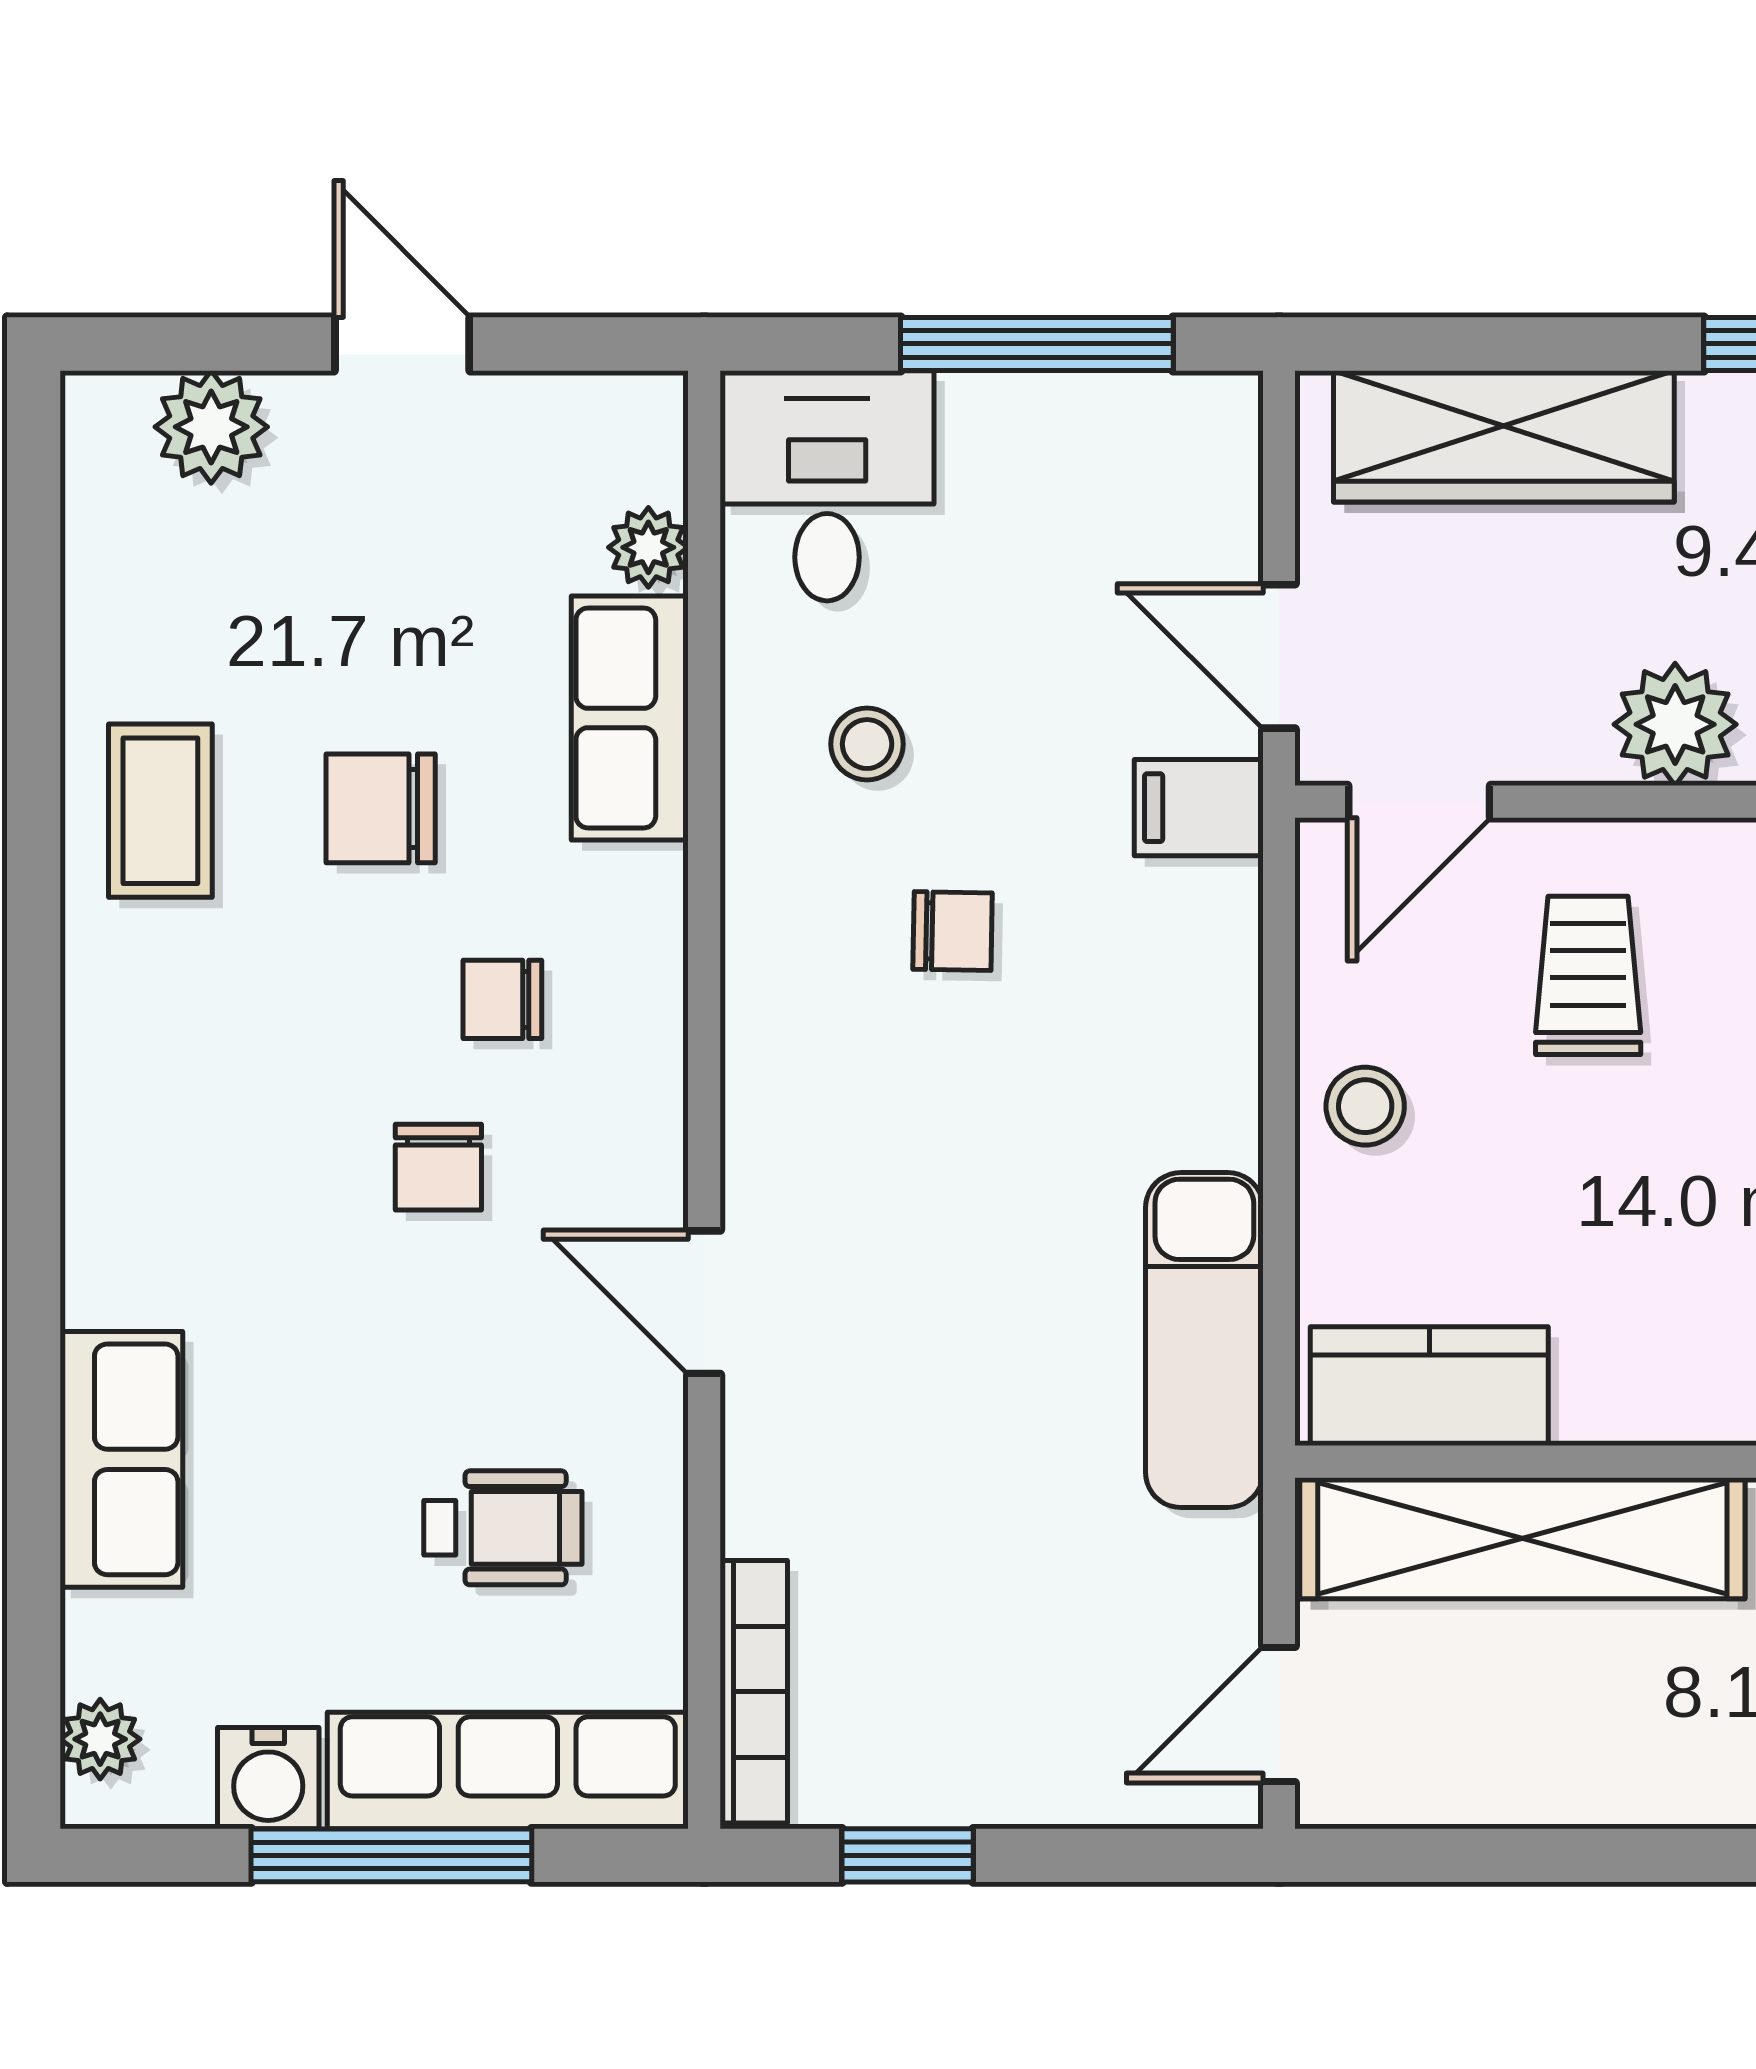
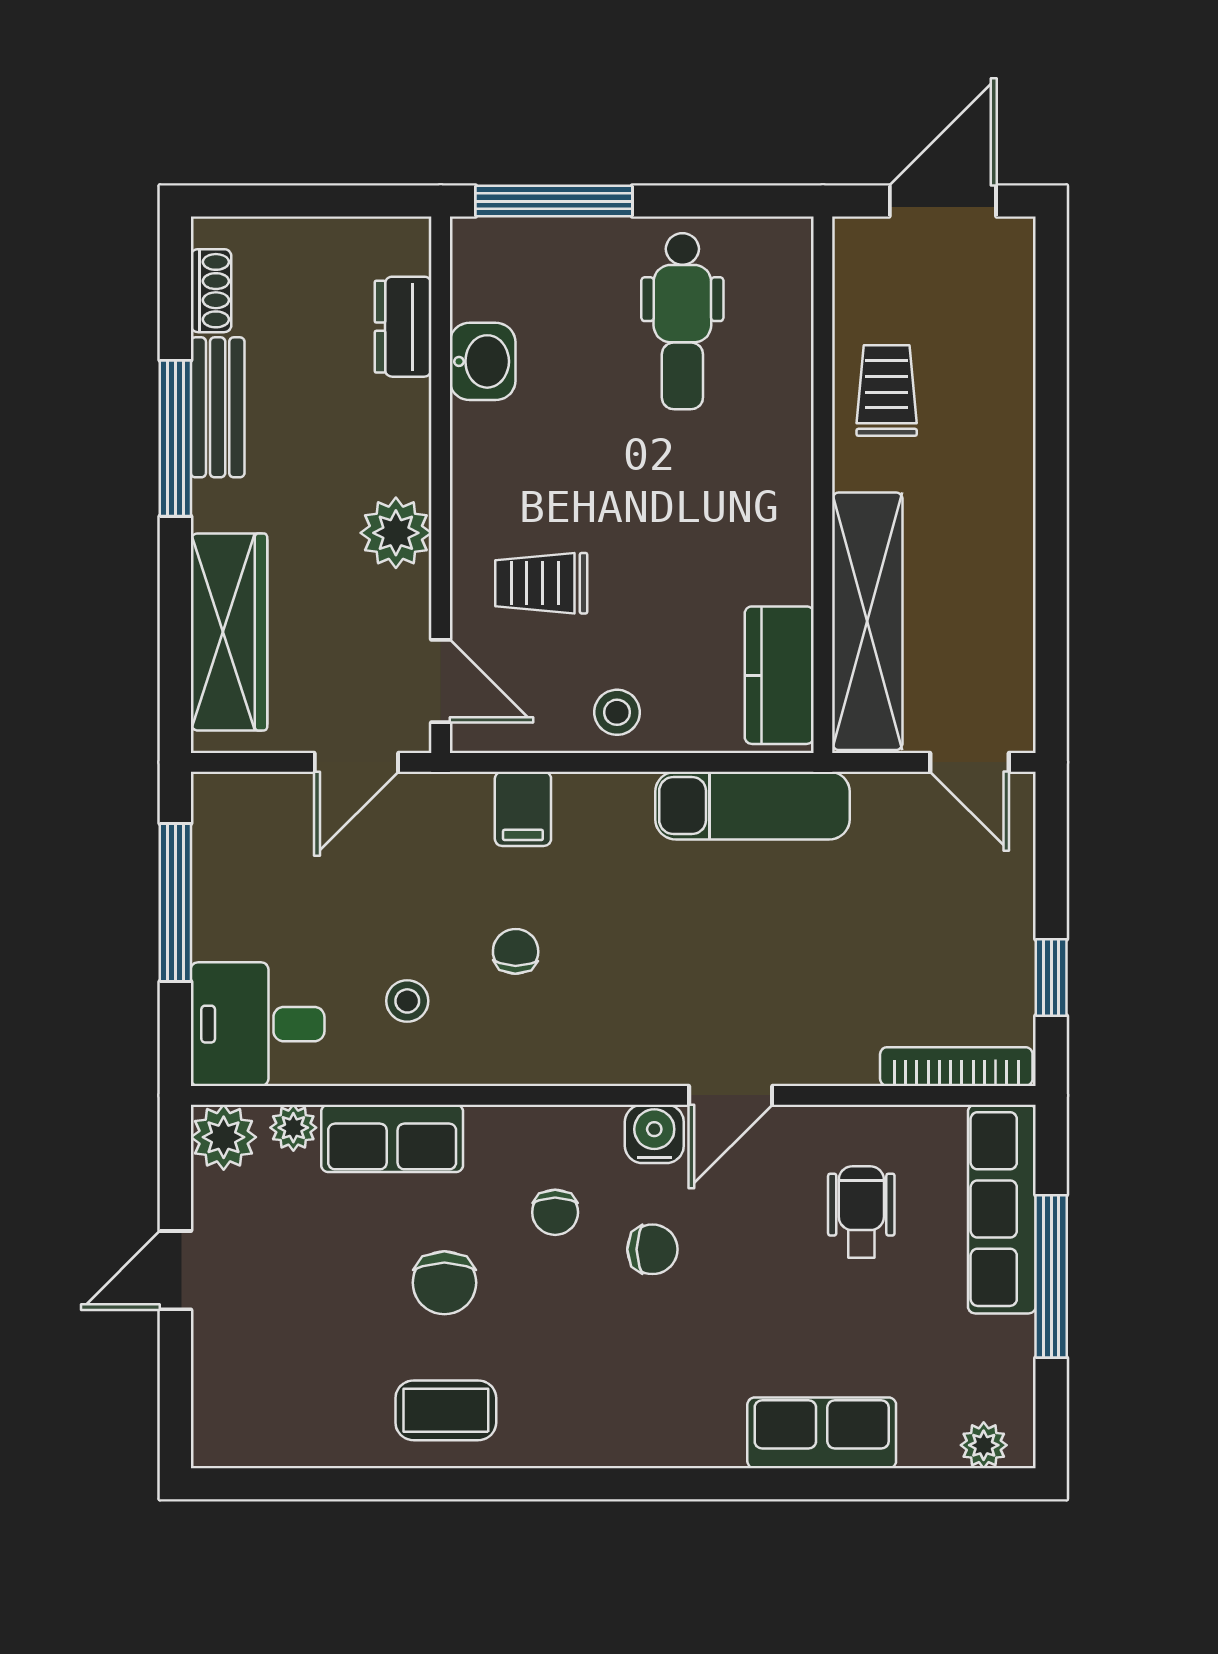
plant: (211, 427) -> (224, 1137), moved
filing cabinet: (1199, 808) -> (523, 809), moved
water cooler: (268, 1778) -> (654, 1134), moved, turned -90

